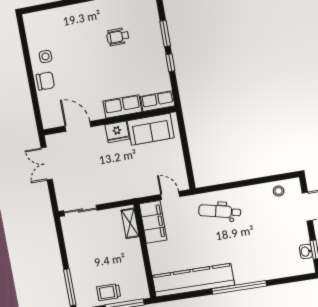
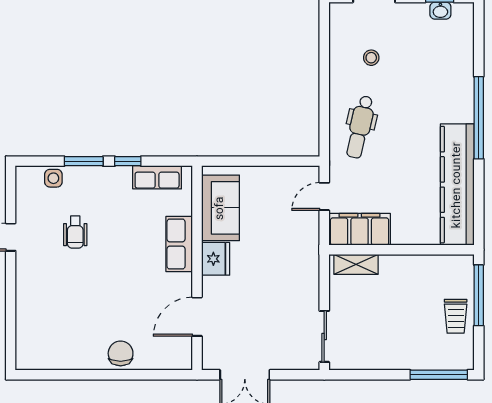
side table: (45, 56) -> (53, 178), moved
row of seats: (158, 101) -> (157, 177), moved, turned -90
stool: (279, 191) -> (371, 58), moved

